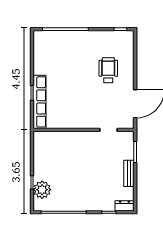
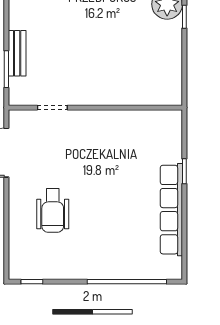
row of seats: (40, 102) -> (171, 210), moved
bench: (129, 173) -> (17, 53), moved

